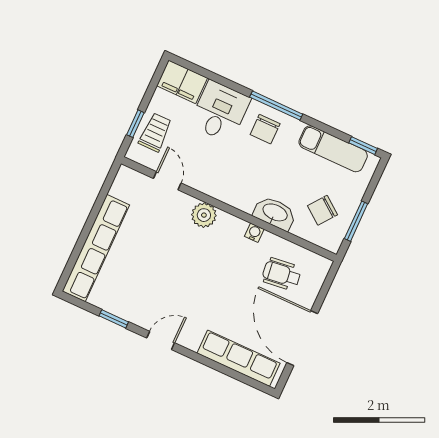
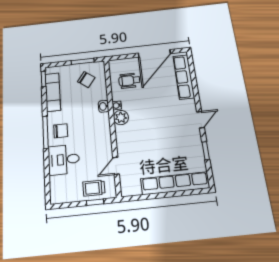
filing cabinet: (182, 82) -> (58, 190), removed
washbasin: (275, 213) -> (104, 106), width x0.52, depth x0.69
plant: (204, 215) -> (121, 117), moved
wheelchair: (282, 274) -> (129, 81), turned 97
door: (161, 340) -> (201, 120), swing flipped

